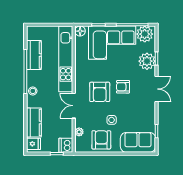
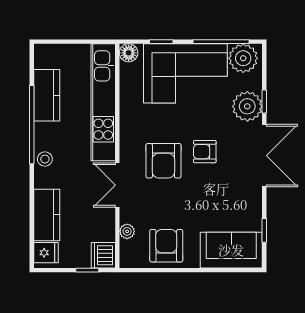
double door: (157, 89) -> (264, 156), width x1.37
side table: (112, 120) -> (184, 210), removed

